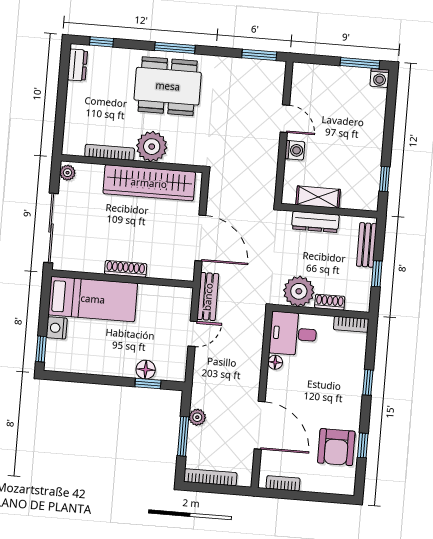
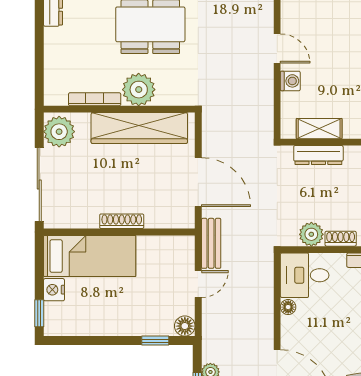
plant: (67, 173) -> (59, 132), width x1.87, depth x1.87
plant: (299, 291) -> (311, 234), width x0.73, depth x0.73
floor lamp: (146, 370) -> (185, 326), moved

